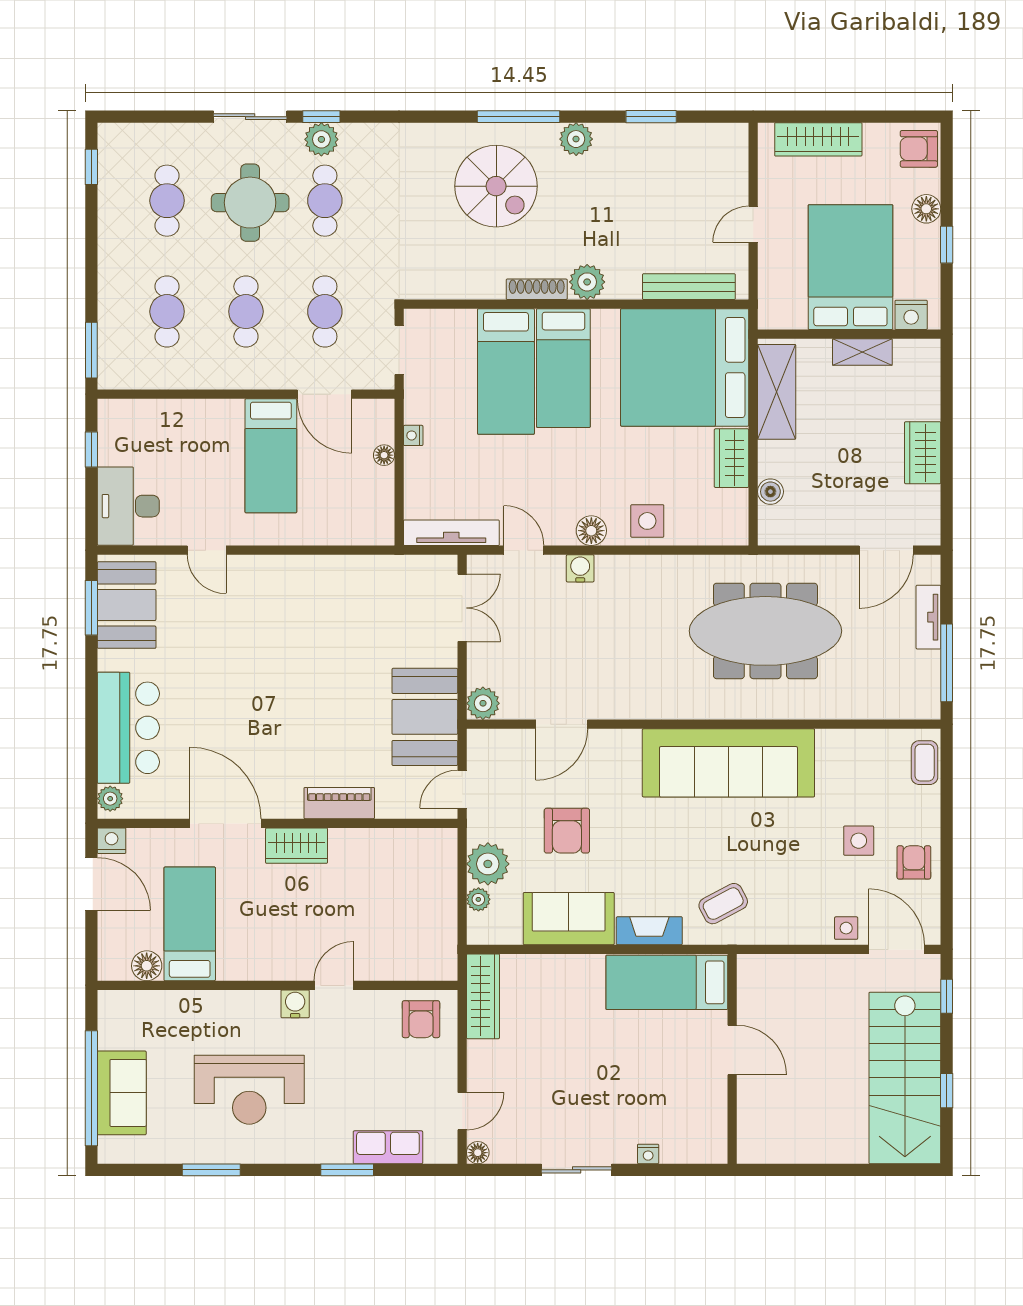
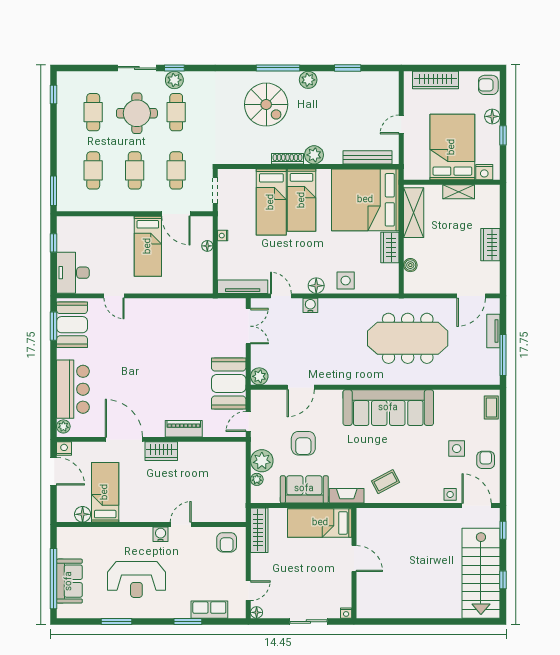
bed: (667, 982) -> (320, 523), moved
door: (732, 1050) -> (354, 559), moved
wall: (732, 1059) -> (354, 563), moved

